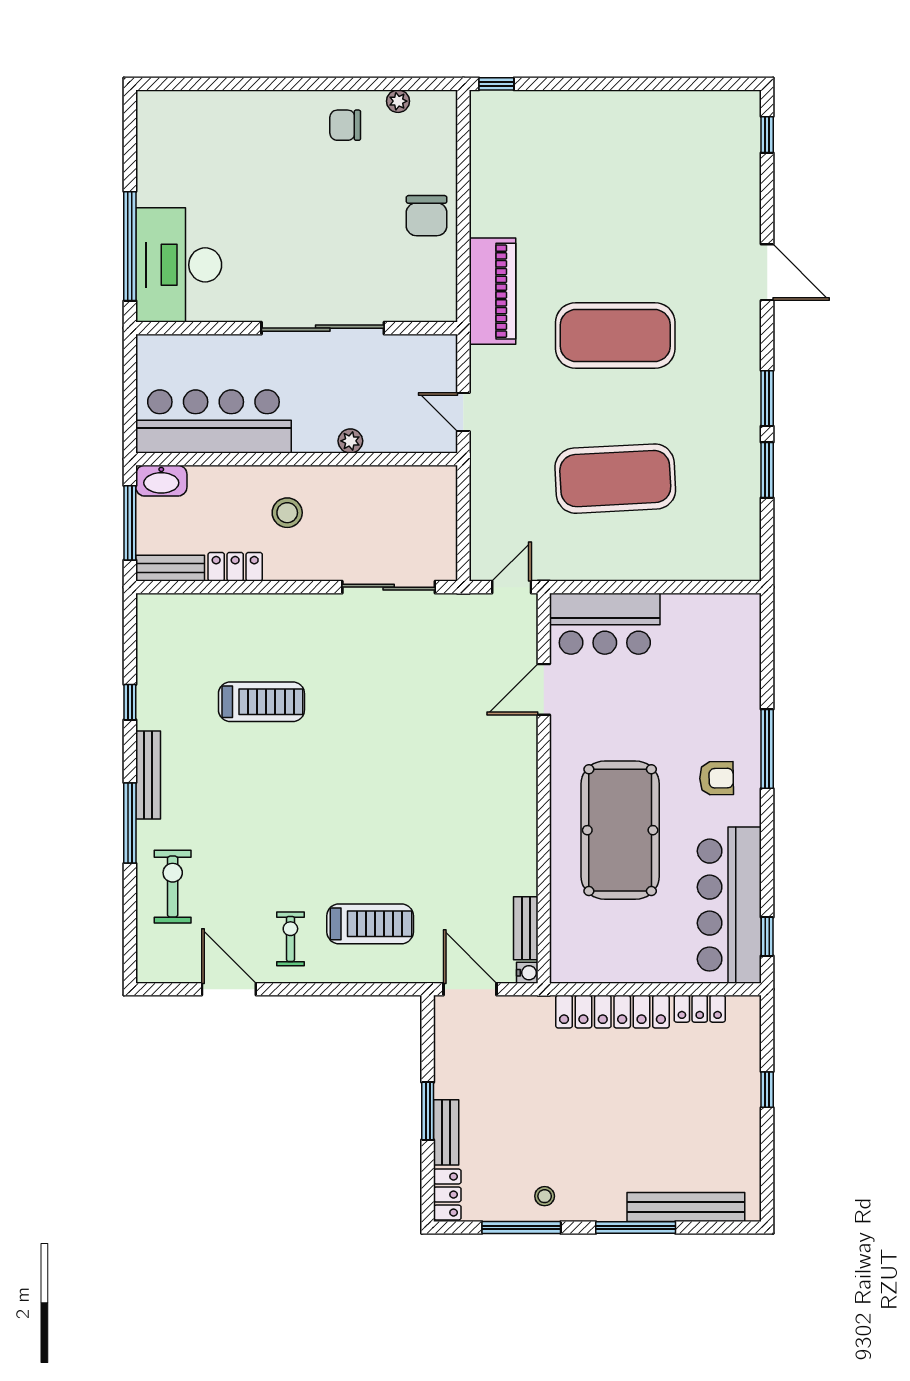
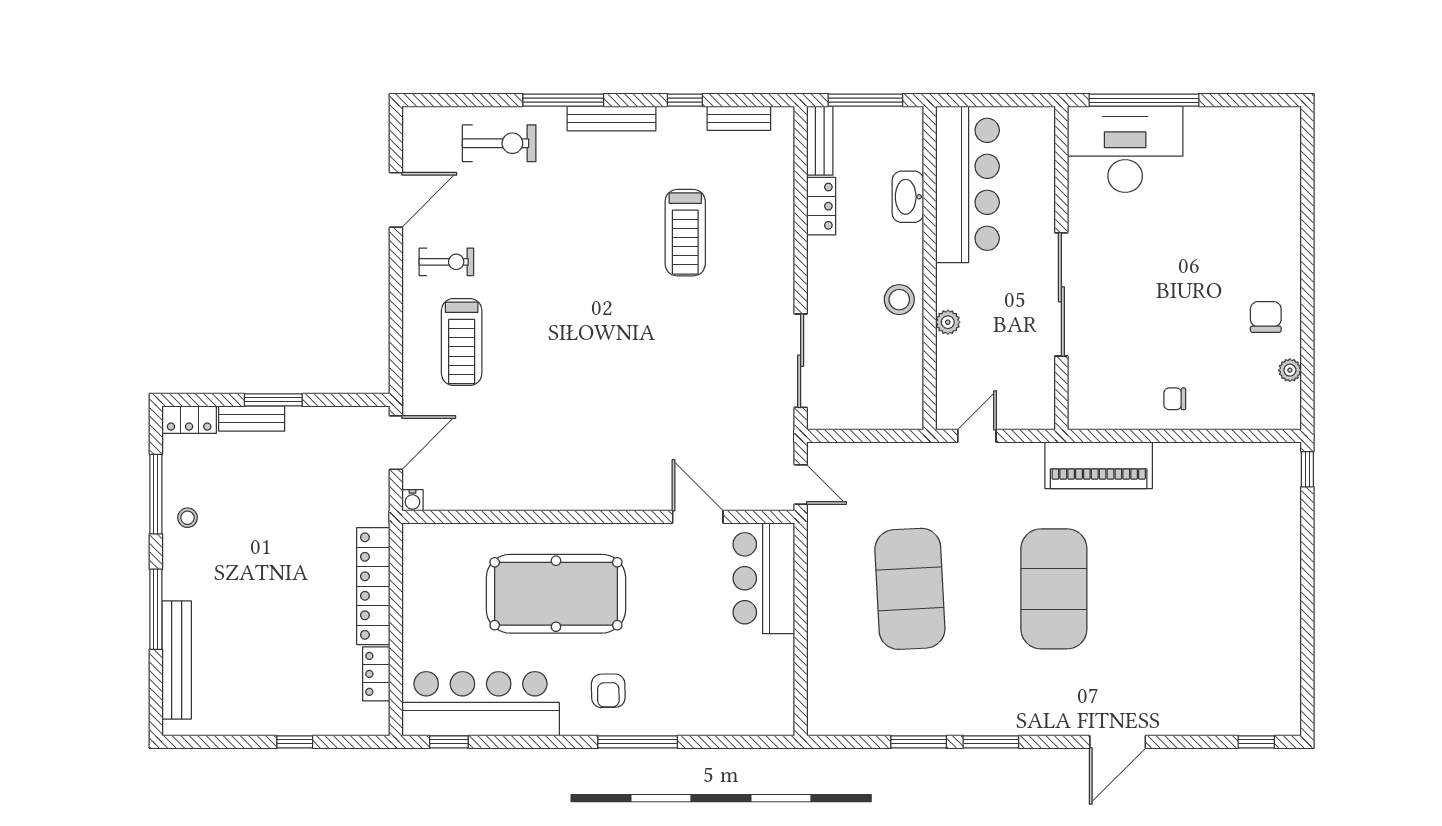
chair: (427, 216) -> (1175, 399), width x0.54, depth x0.54
washbasin: (161, 481) -> (908, 197), moved
stool: (287, 513) -> (899, 300), moved
bench: (526, 928) -> (739, 118), moved

